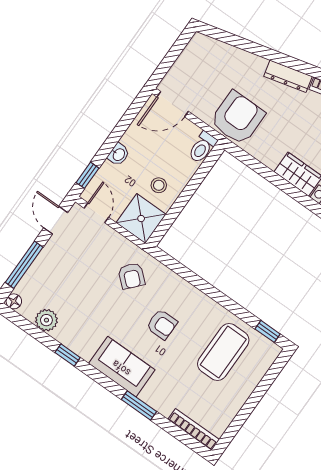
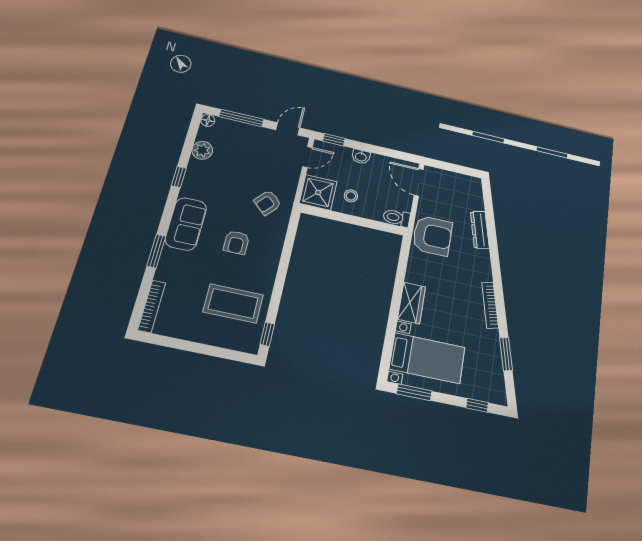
dresser: (288, 76) -> (480, 230), moved

